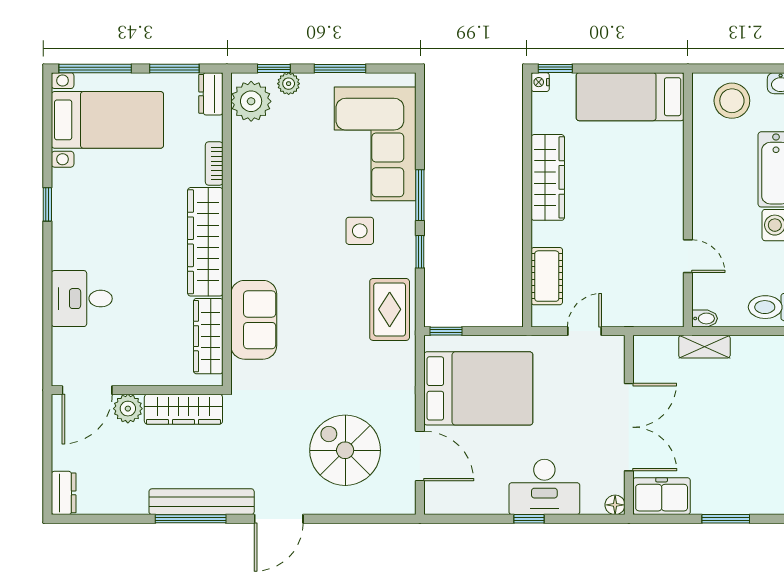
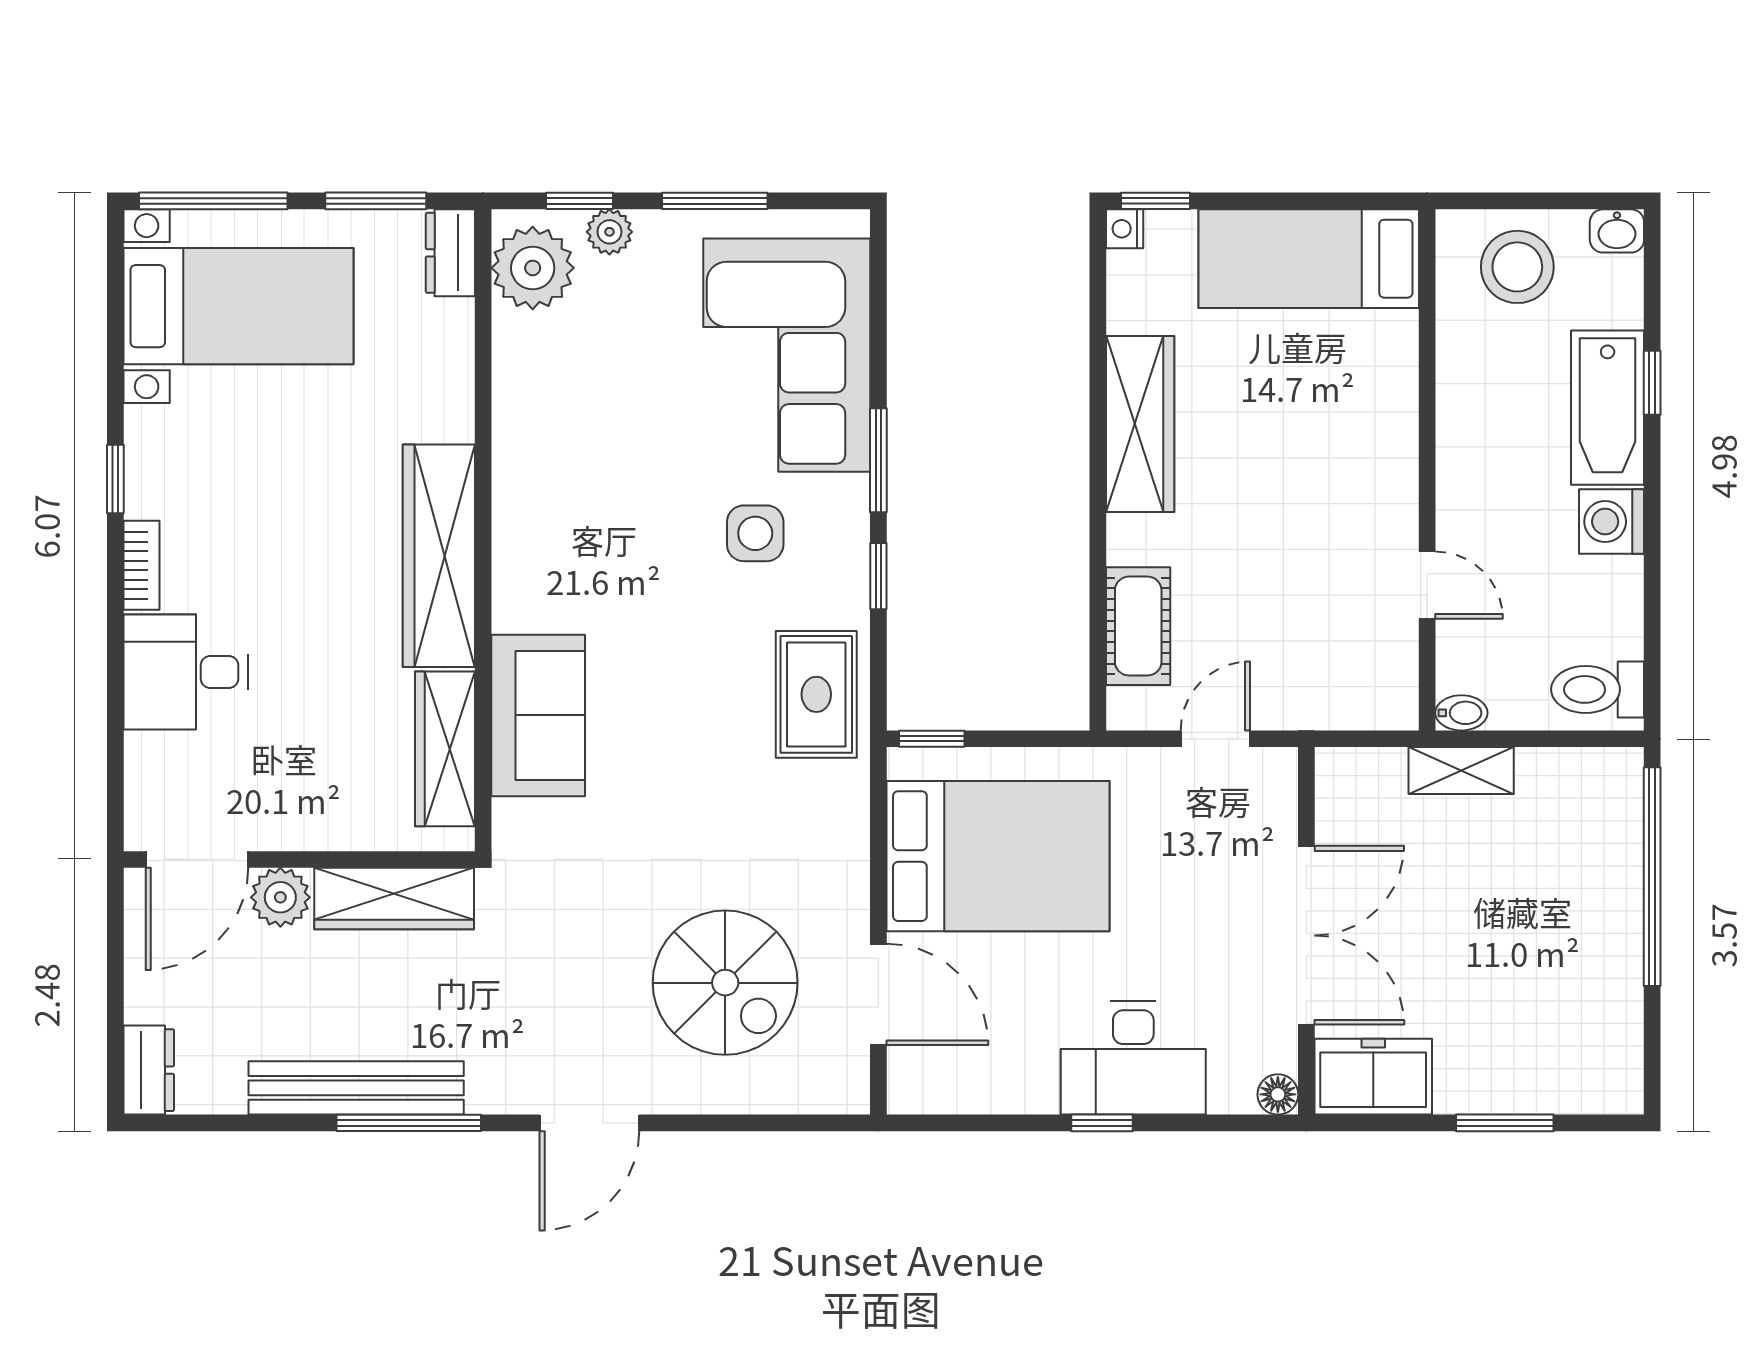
bookcase: (214, 164) -> (141, 565), moved, turned 180
spiral stairs: (345, 450) -> (725, 983), turned 180
bench: (202, 502) -> (356, 1088), moved

